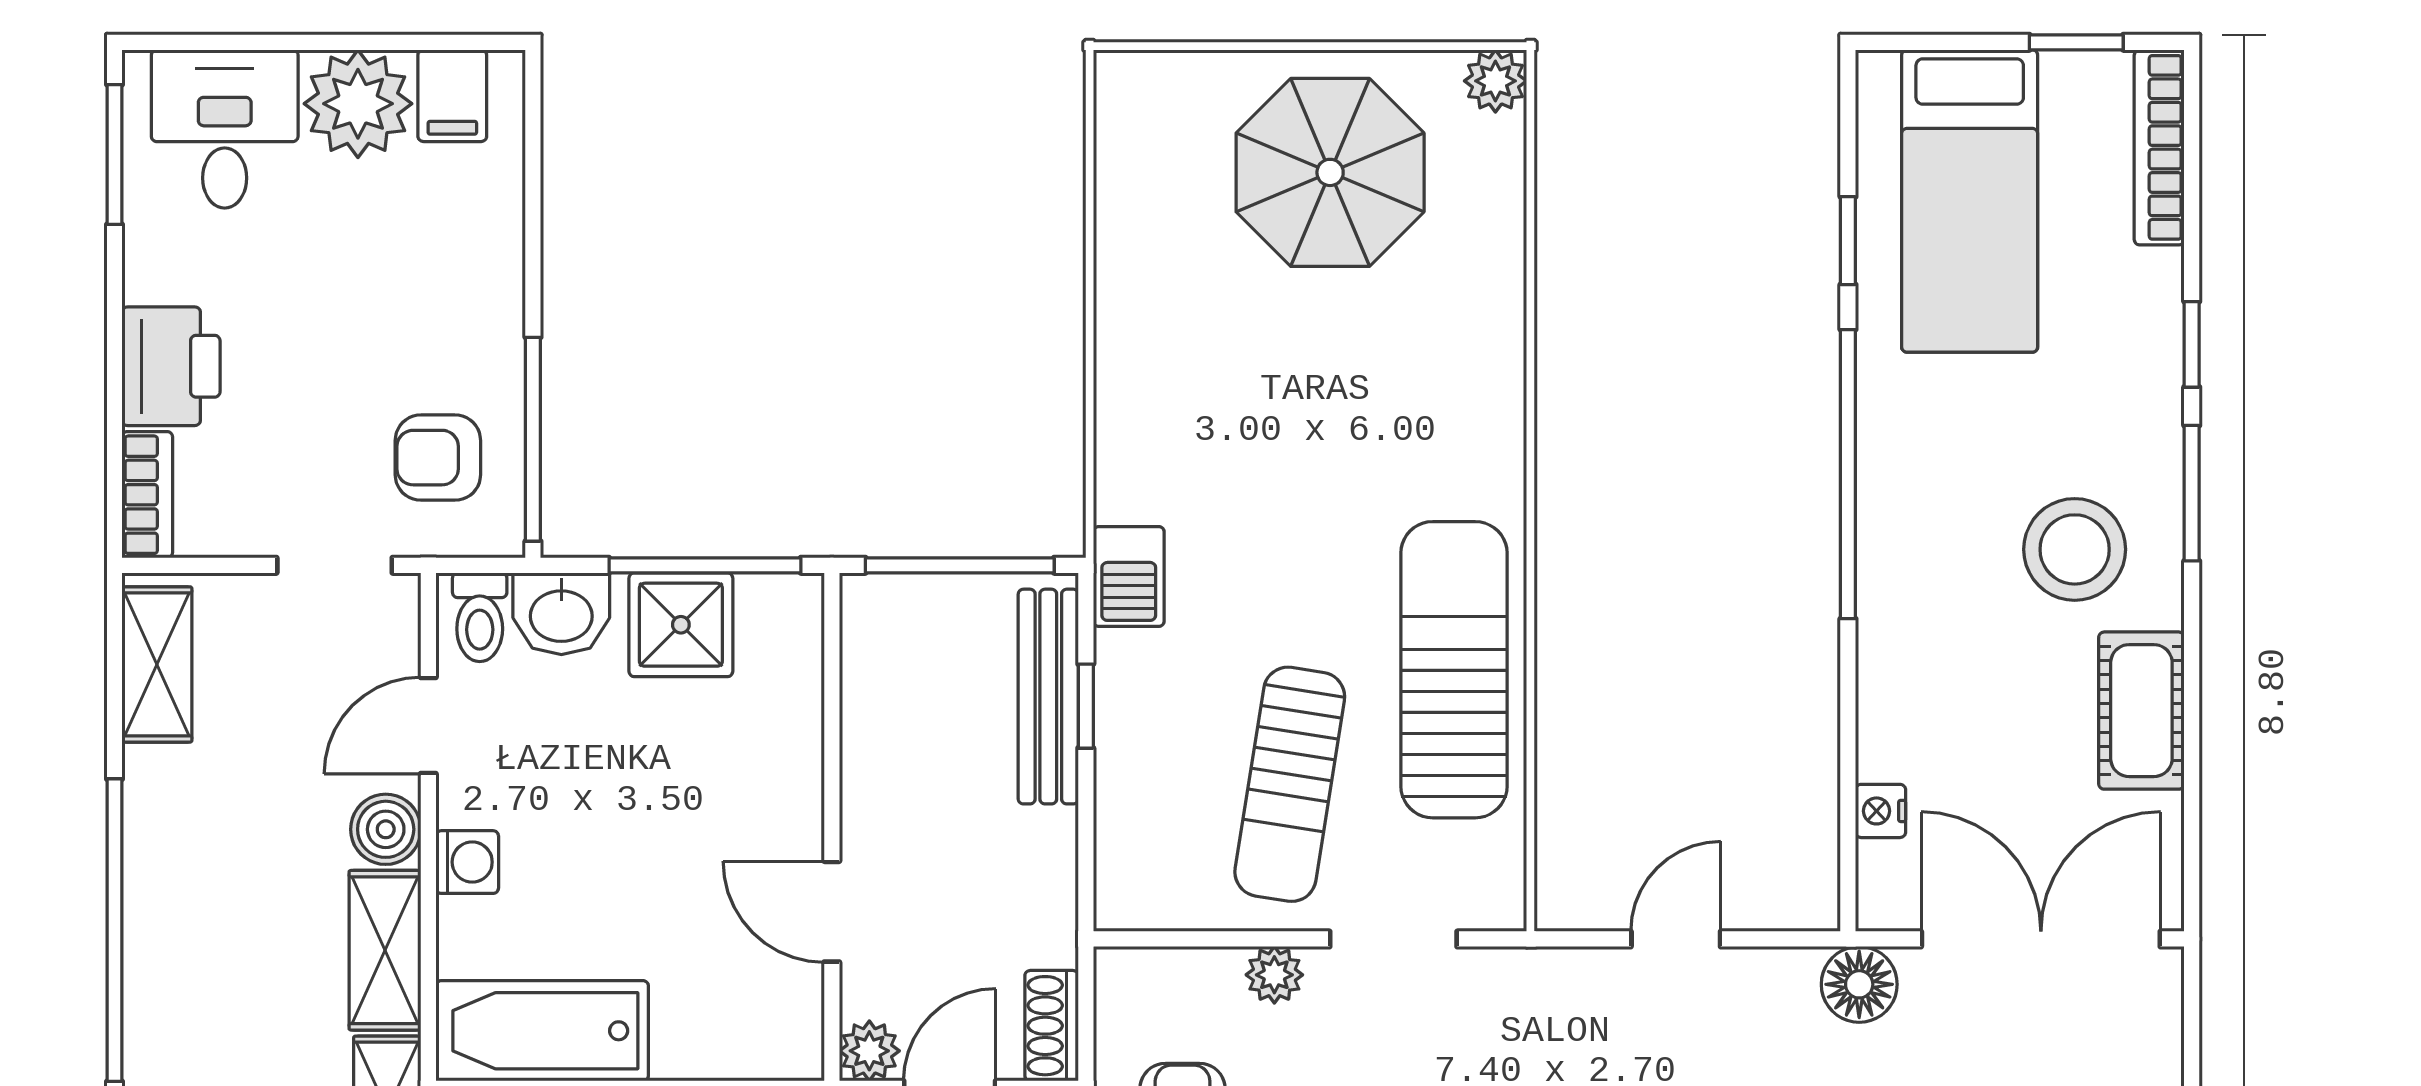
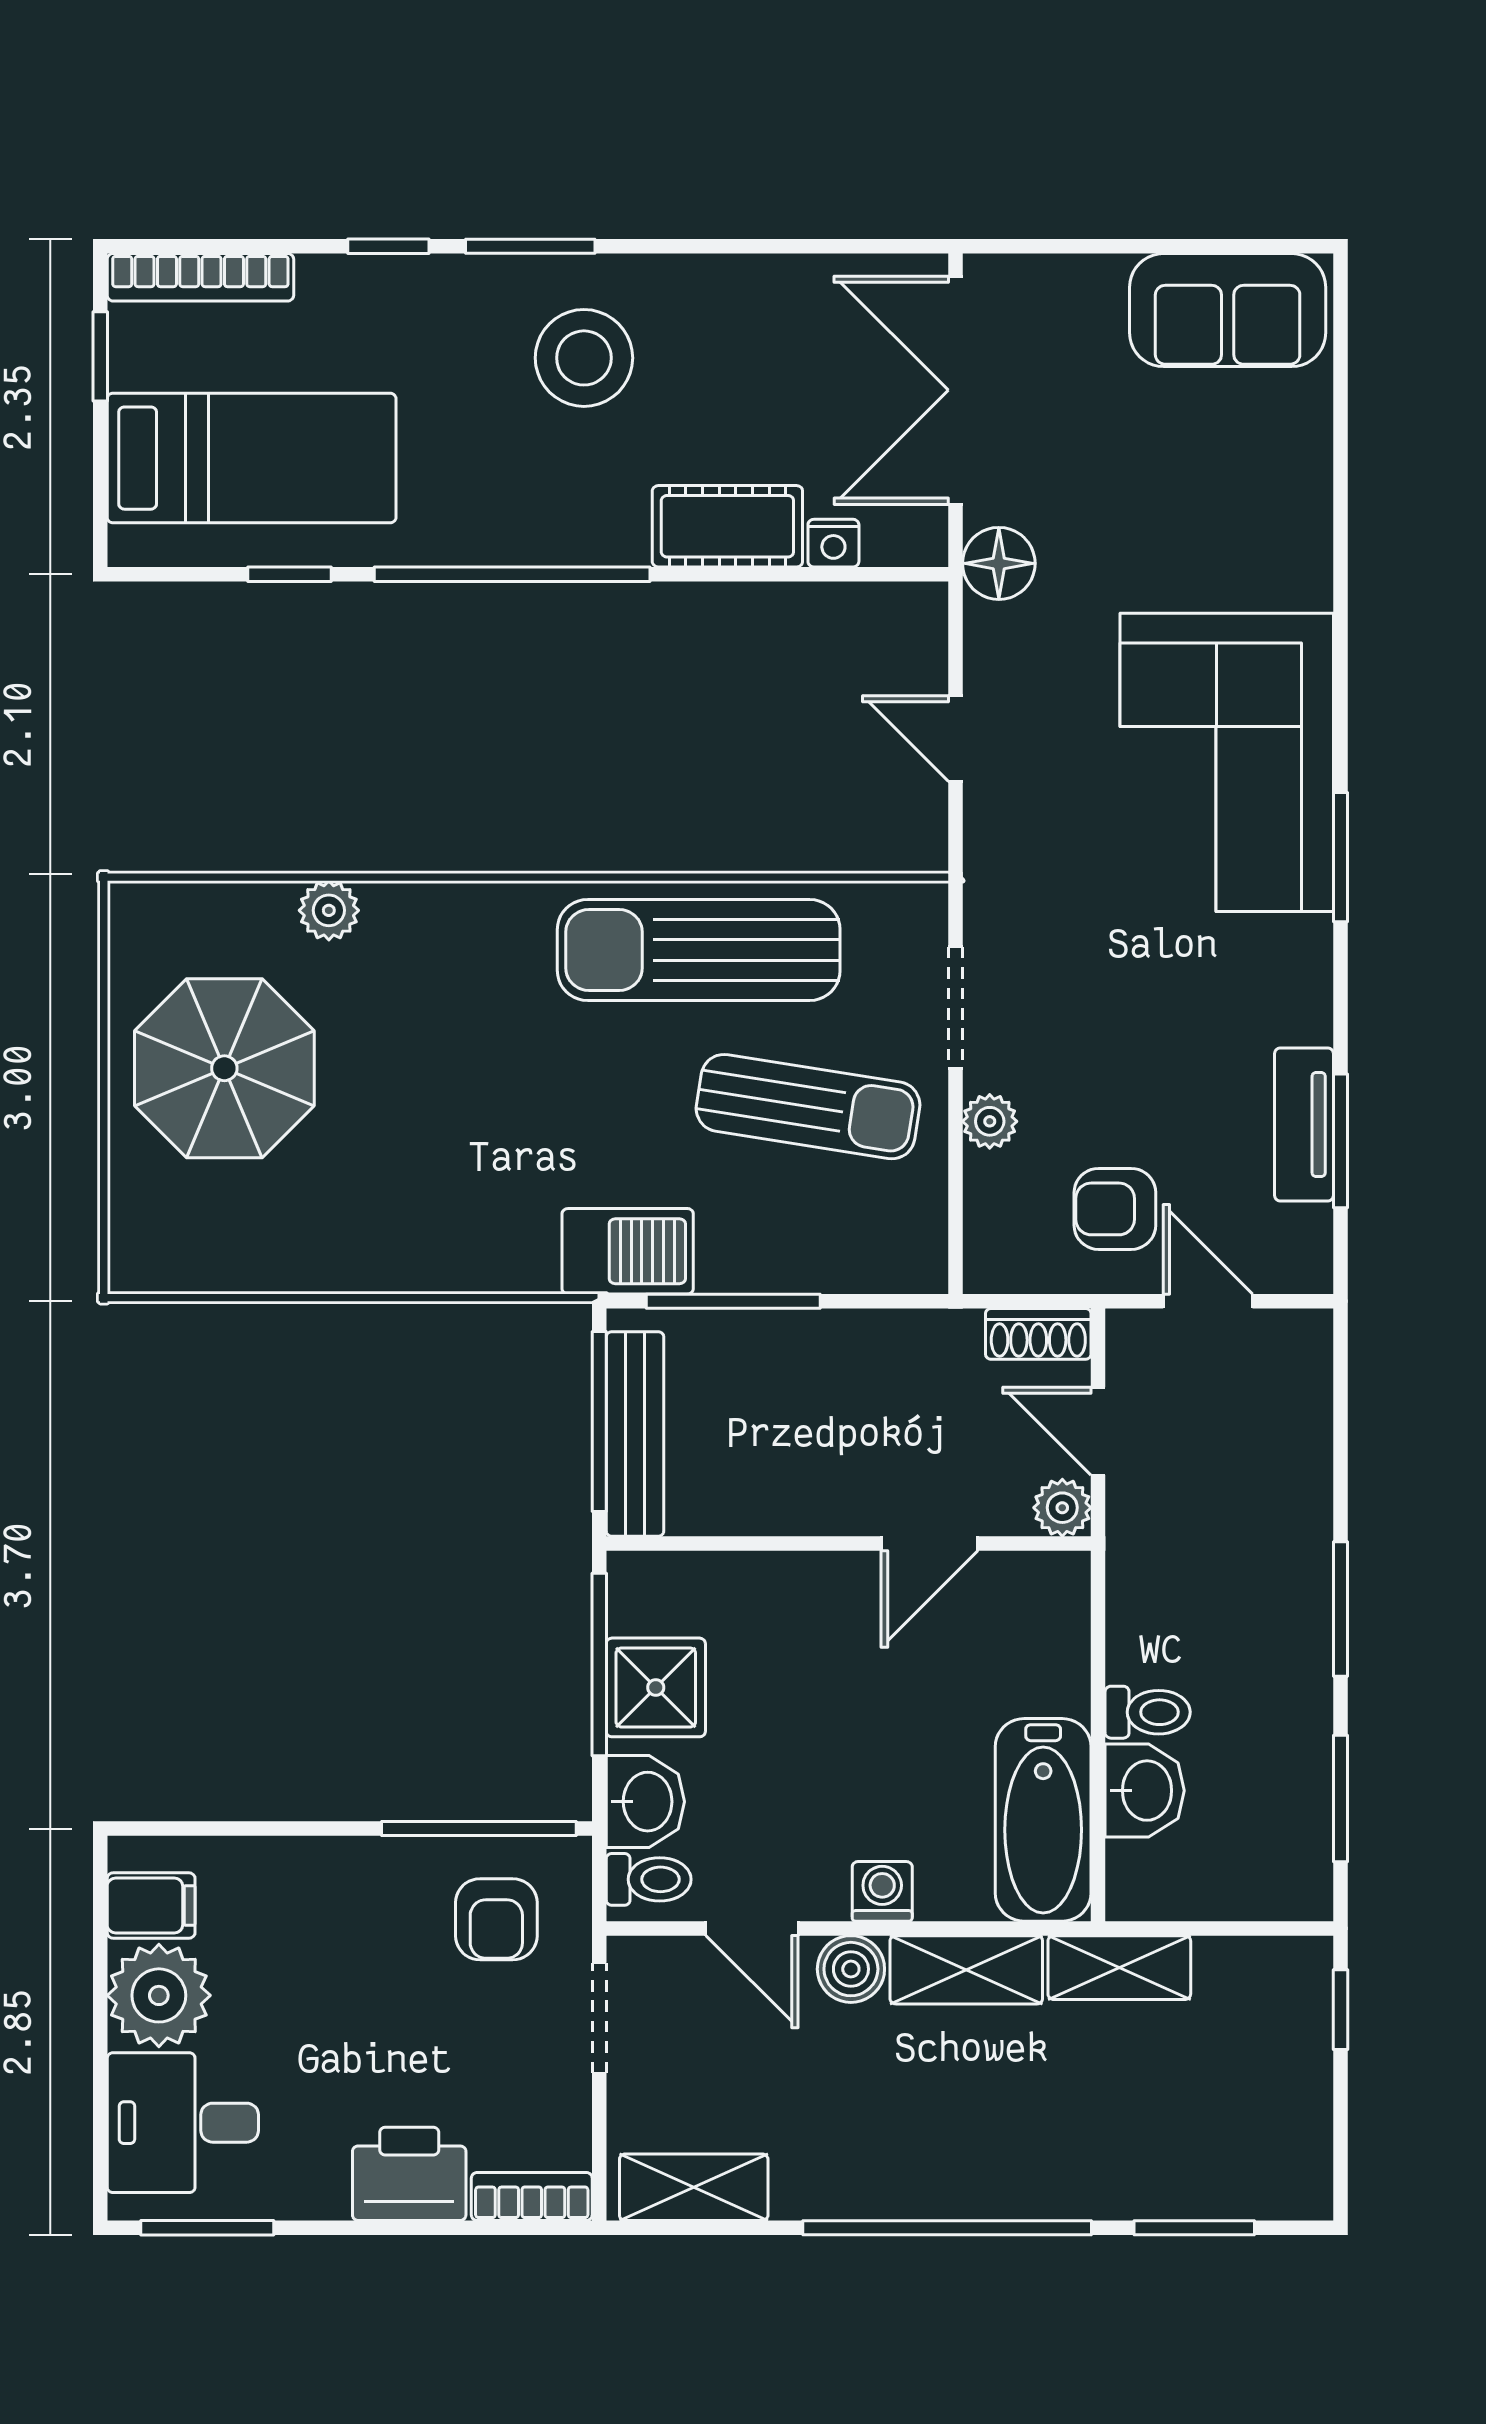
plant: (1495, 81) -> (329, 910), moved
barbecue: (1129, 576) -> (628, 1251), width x1.38, depth x1.27
bench: (1048, 697) -> (635, 1434), moved, turned 90
window: (1086, 706) -> (733, 1301), width x2.17
cot: (2141, 711) -> (727, 526), moved

